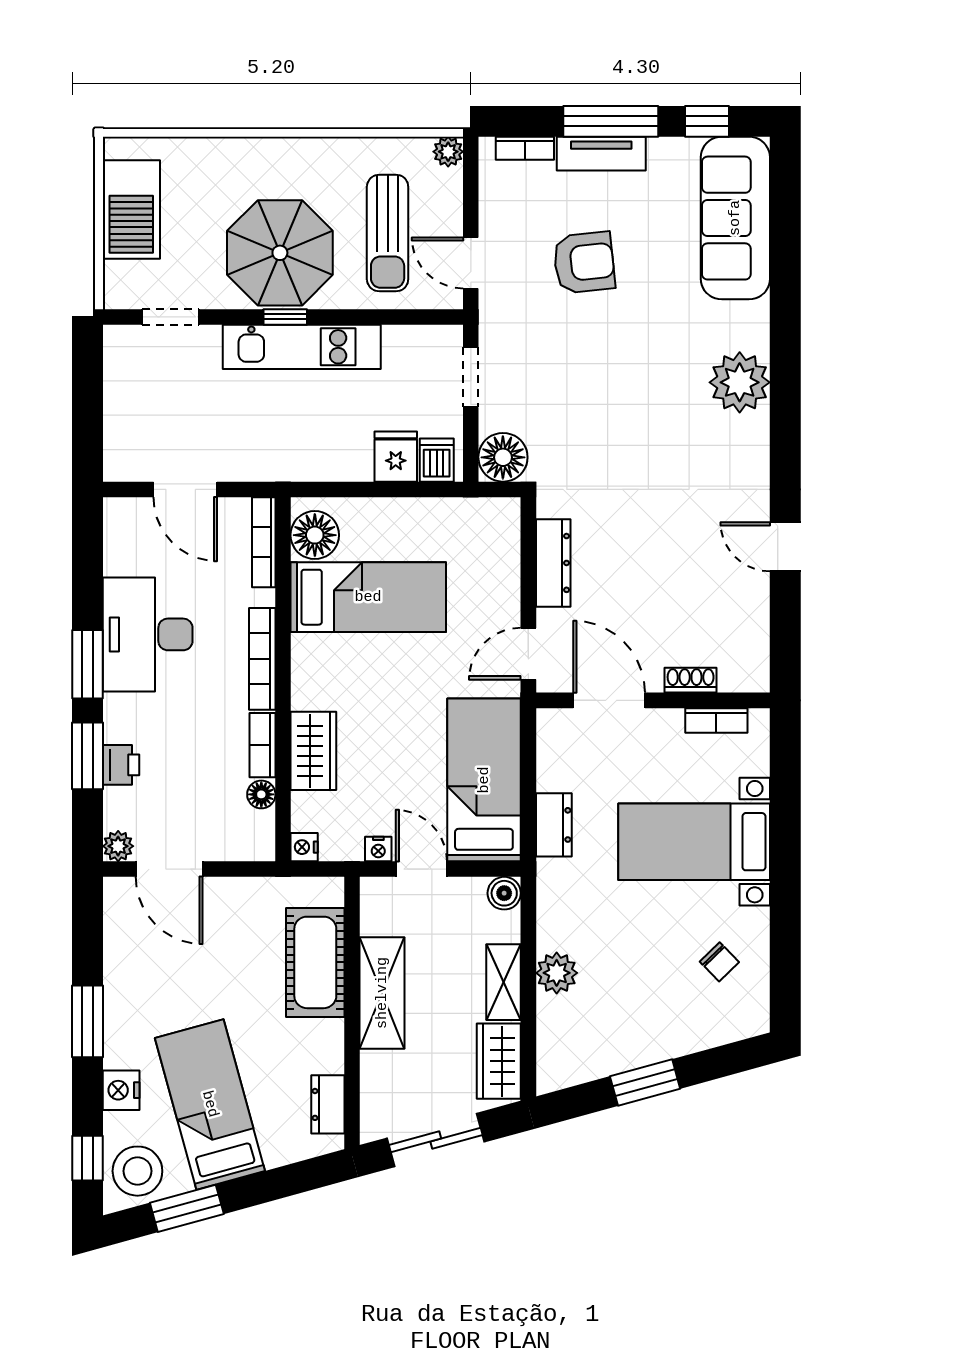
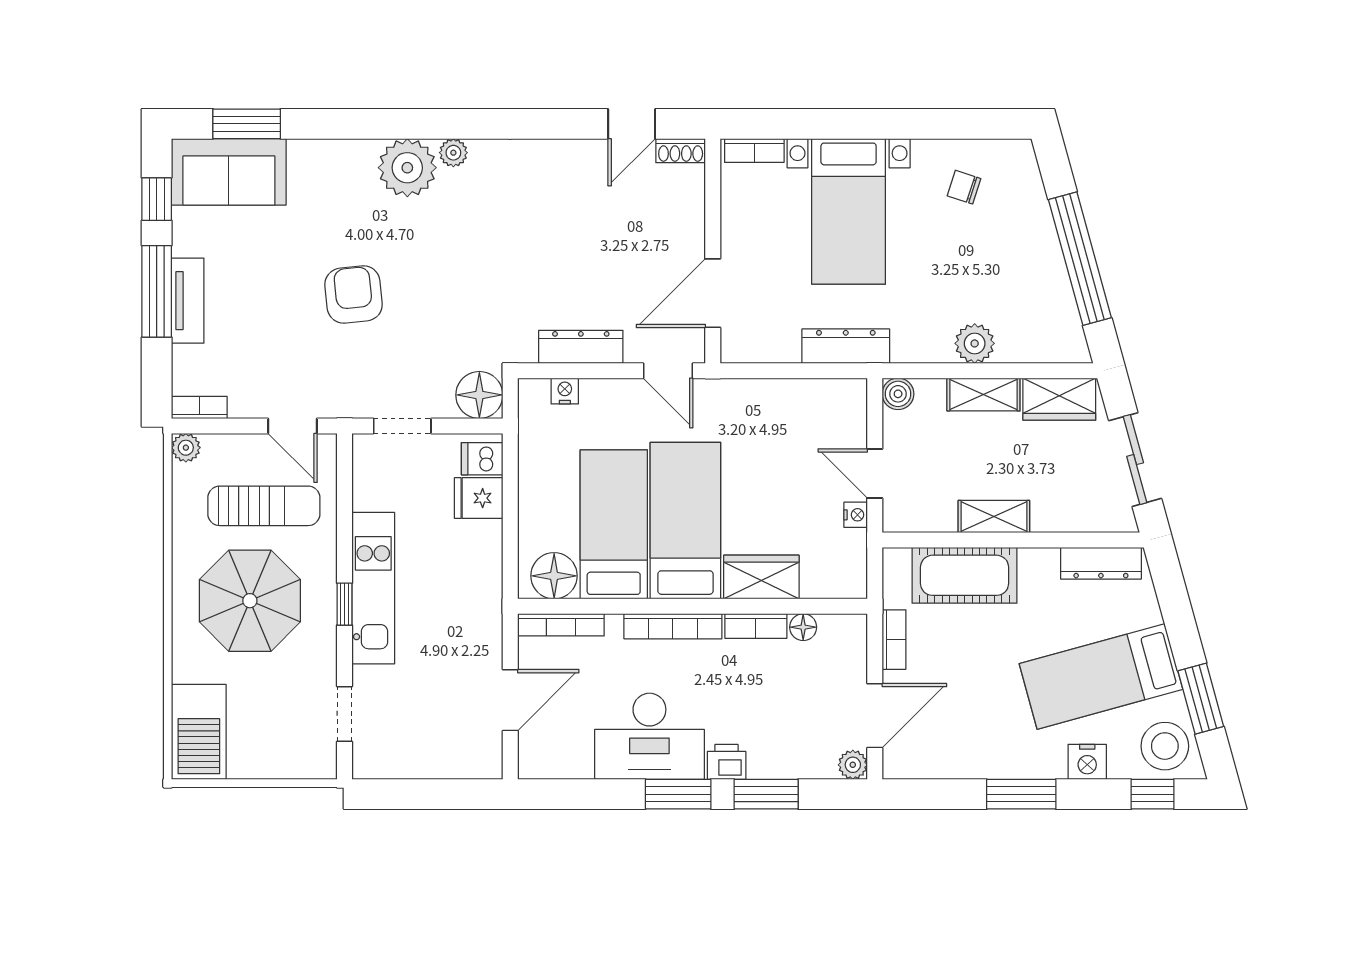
bookcase: (525, 148) -> (199, 407), moved, turned -90
barbecue: (131, 209) -> (199, 732), moved, turned 90
window: (785, 215) -> (247, 124), added
sofa: (735, 218) -> (229, 172), width x0.73
parasol: (280, 253) -> (250, 601), moved
armchair: (584, 262) -> (354, 294), moved
door: (471, 263) -> (293, 426), hinge flipped
plant: (755, 430) -> (453, 153), added
door: (785, 547) -> (632, 124), moved
shoe rack: (691, 680) -> (681, 151), moved, turned -90
bookcase: (716, 720) -> (754, 151), moved, turned 90
printer: (121, 765) -> (727, 762), moved
bed: (484, 780) -> (685, 521), moved, turned 90
dresser: (554, 825) -> (846, 346), width x1.44
nightstand: (304, 847) -> (565, 391), moved, turned 180
door: (421, 869) -> (875, 473), hinge flipped
bookcase: (248, 889) -> (894, 640), added
chair: (719, 962) -> (964, 187), turned -118
shelving: (382, 993) -> (994, 517), width x0.67, depth x0.75
window: (645, 1083) -> (1080, 259), width x2.11
dresser: (328, 1104) -> (1101, 563), width x1.44

